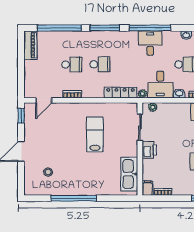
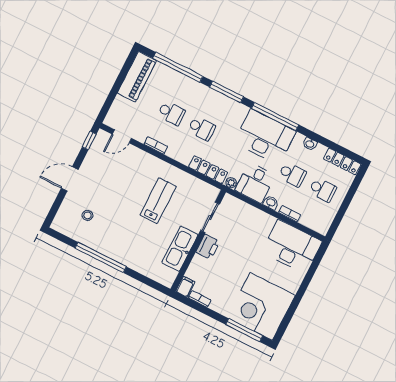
desk: (150, 43) -> (265, 137), width x1.87, depth x1.30
piano: (30, 45) -> (137, 77), width x1.37, depth x1.33
plant: (153, 107) -> (235, 203), removed
kitchen sink: (129, 174) -> (180, 249), moved

